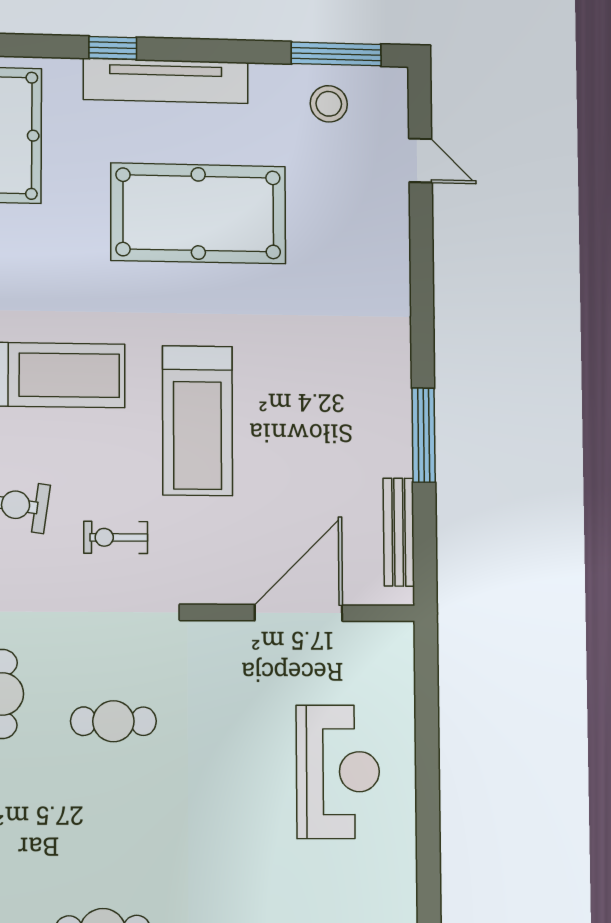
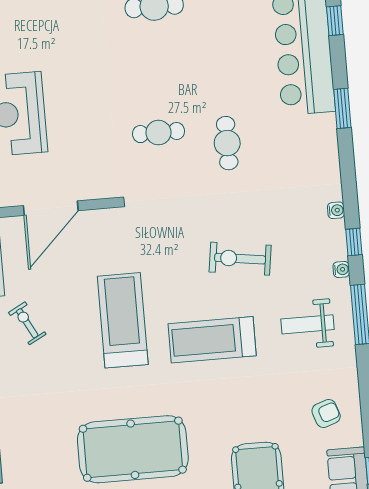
exercise bike: (116, 537) -> (27, 323), moved, turned -118

